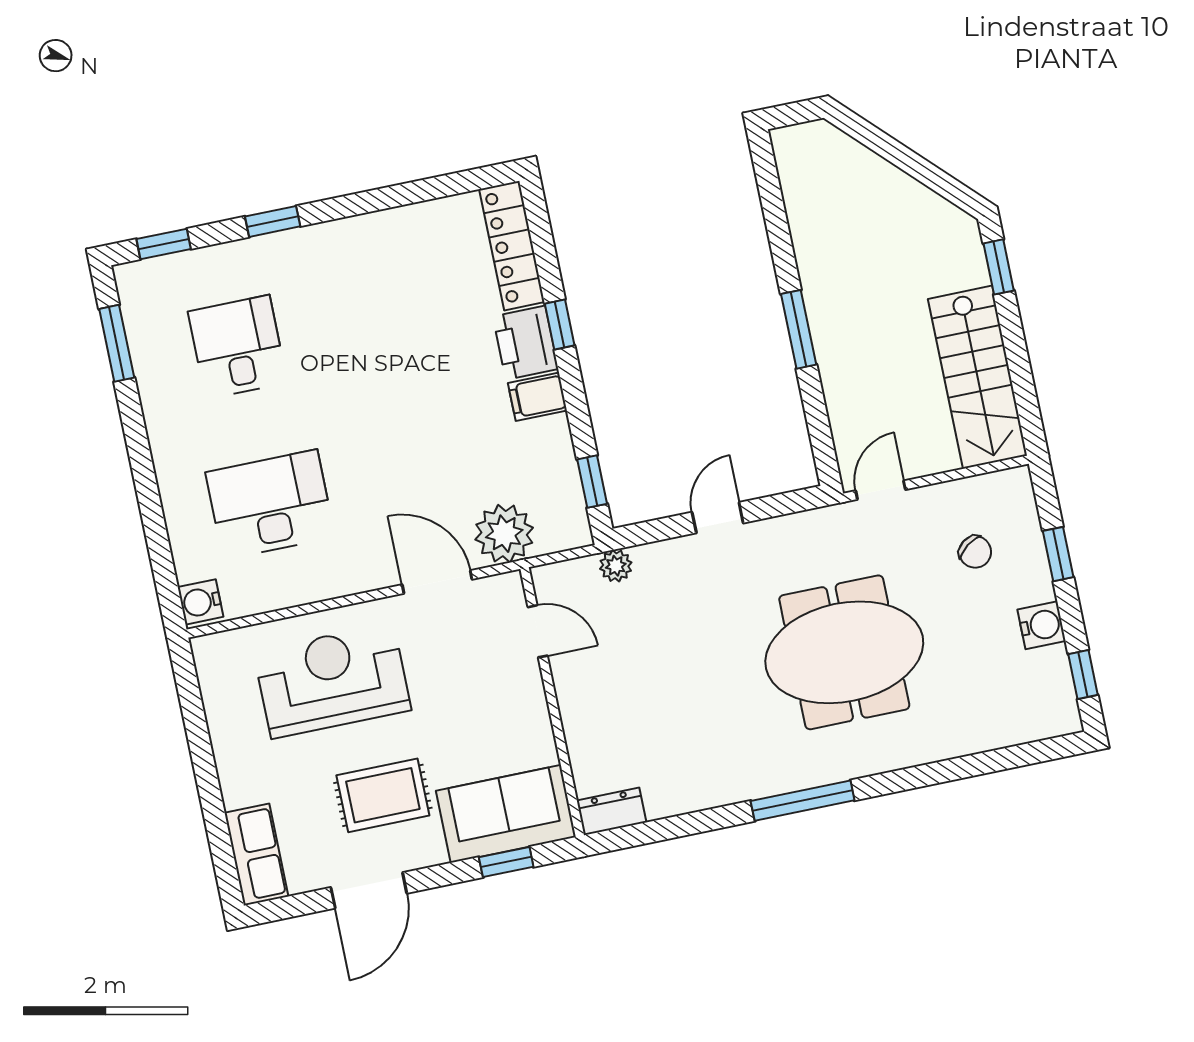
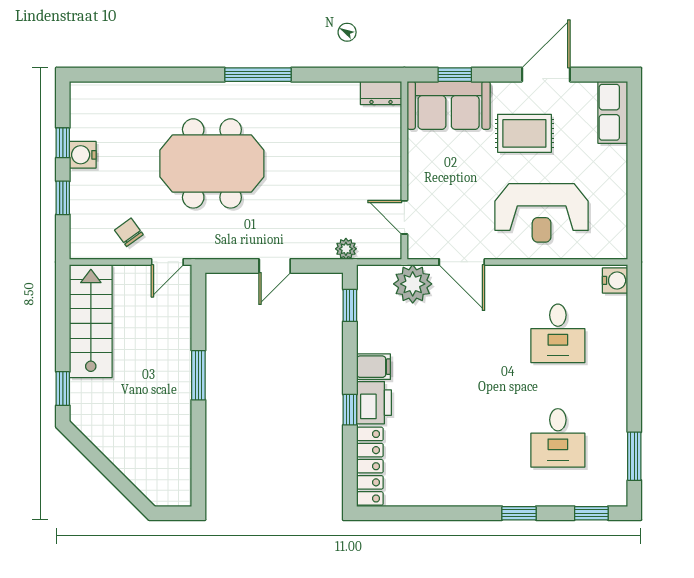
desk: (270, 504) -> (558, 333), width x0.73
chair: (975, 552) -> (129, 232), moved
window: (1083, 674) -> (63, 143), moved

